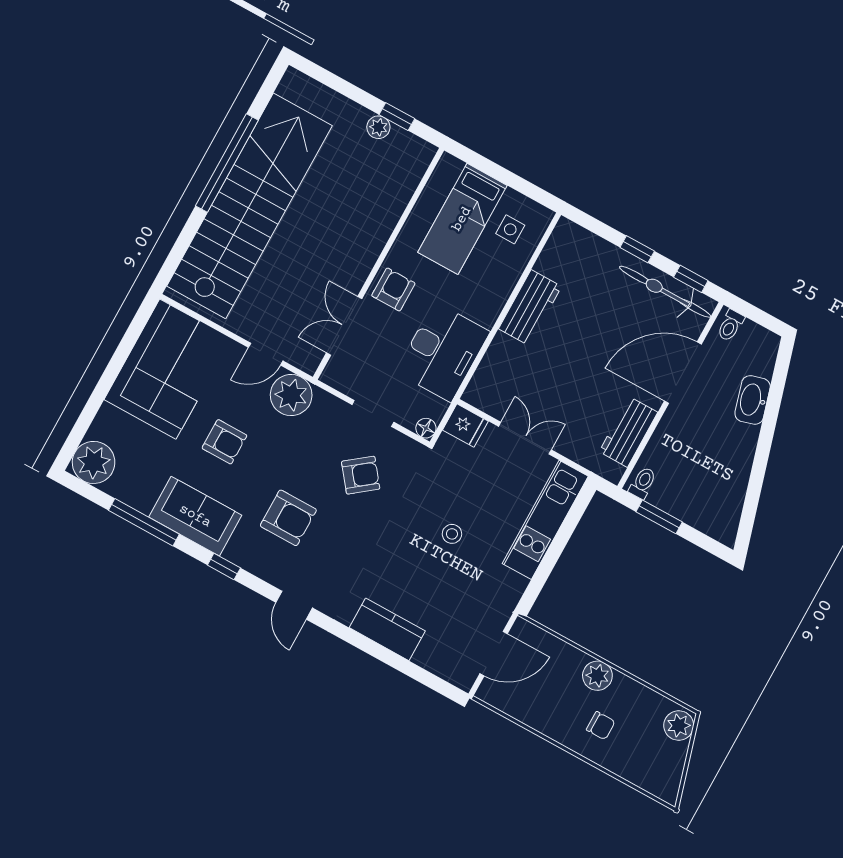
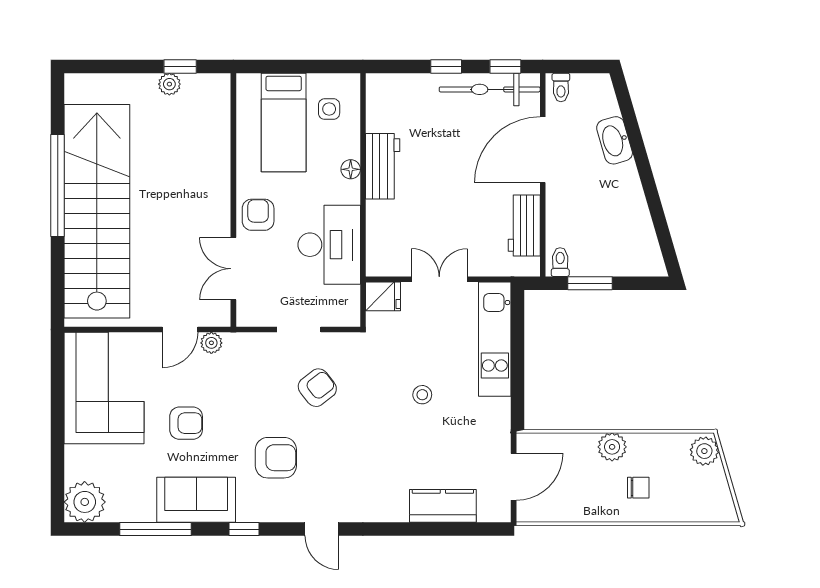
plant: (291, 395) -> (211, 343), width x0.53, depth x0.53
floor lamp: (426, 428) -> (351, 169), moved
kitchen counter: (387, 629) -> (443, 506), moved

